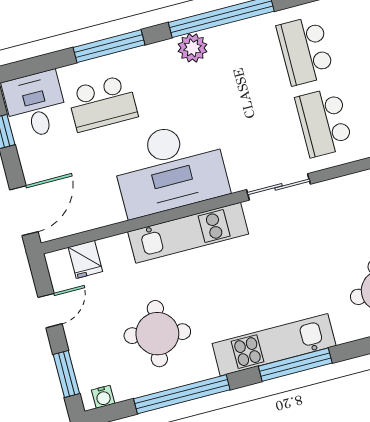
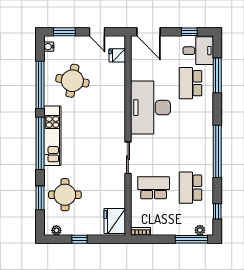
window: (109, 46) -> (217, 75), moved
plant: (193, 48) -> (206, 134), removed
school desk: (305, 51) -> (190, 188), turned -90
kitchen unit: (188, 233) -> (117, 108), removed
window: (295, 365) -> (40, 143), width x1.46

